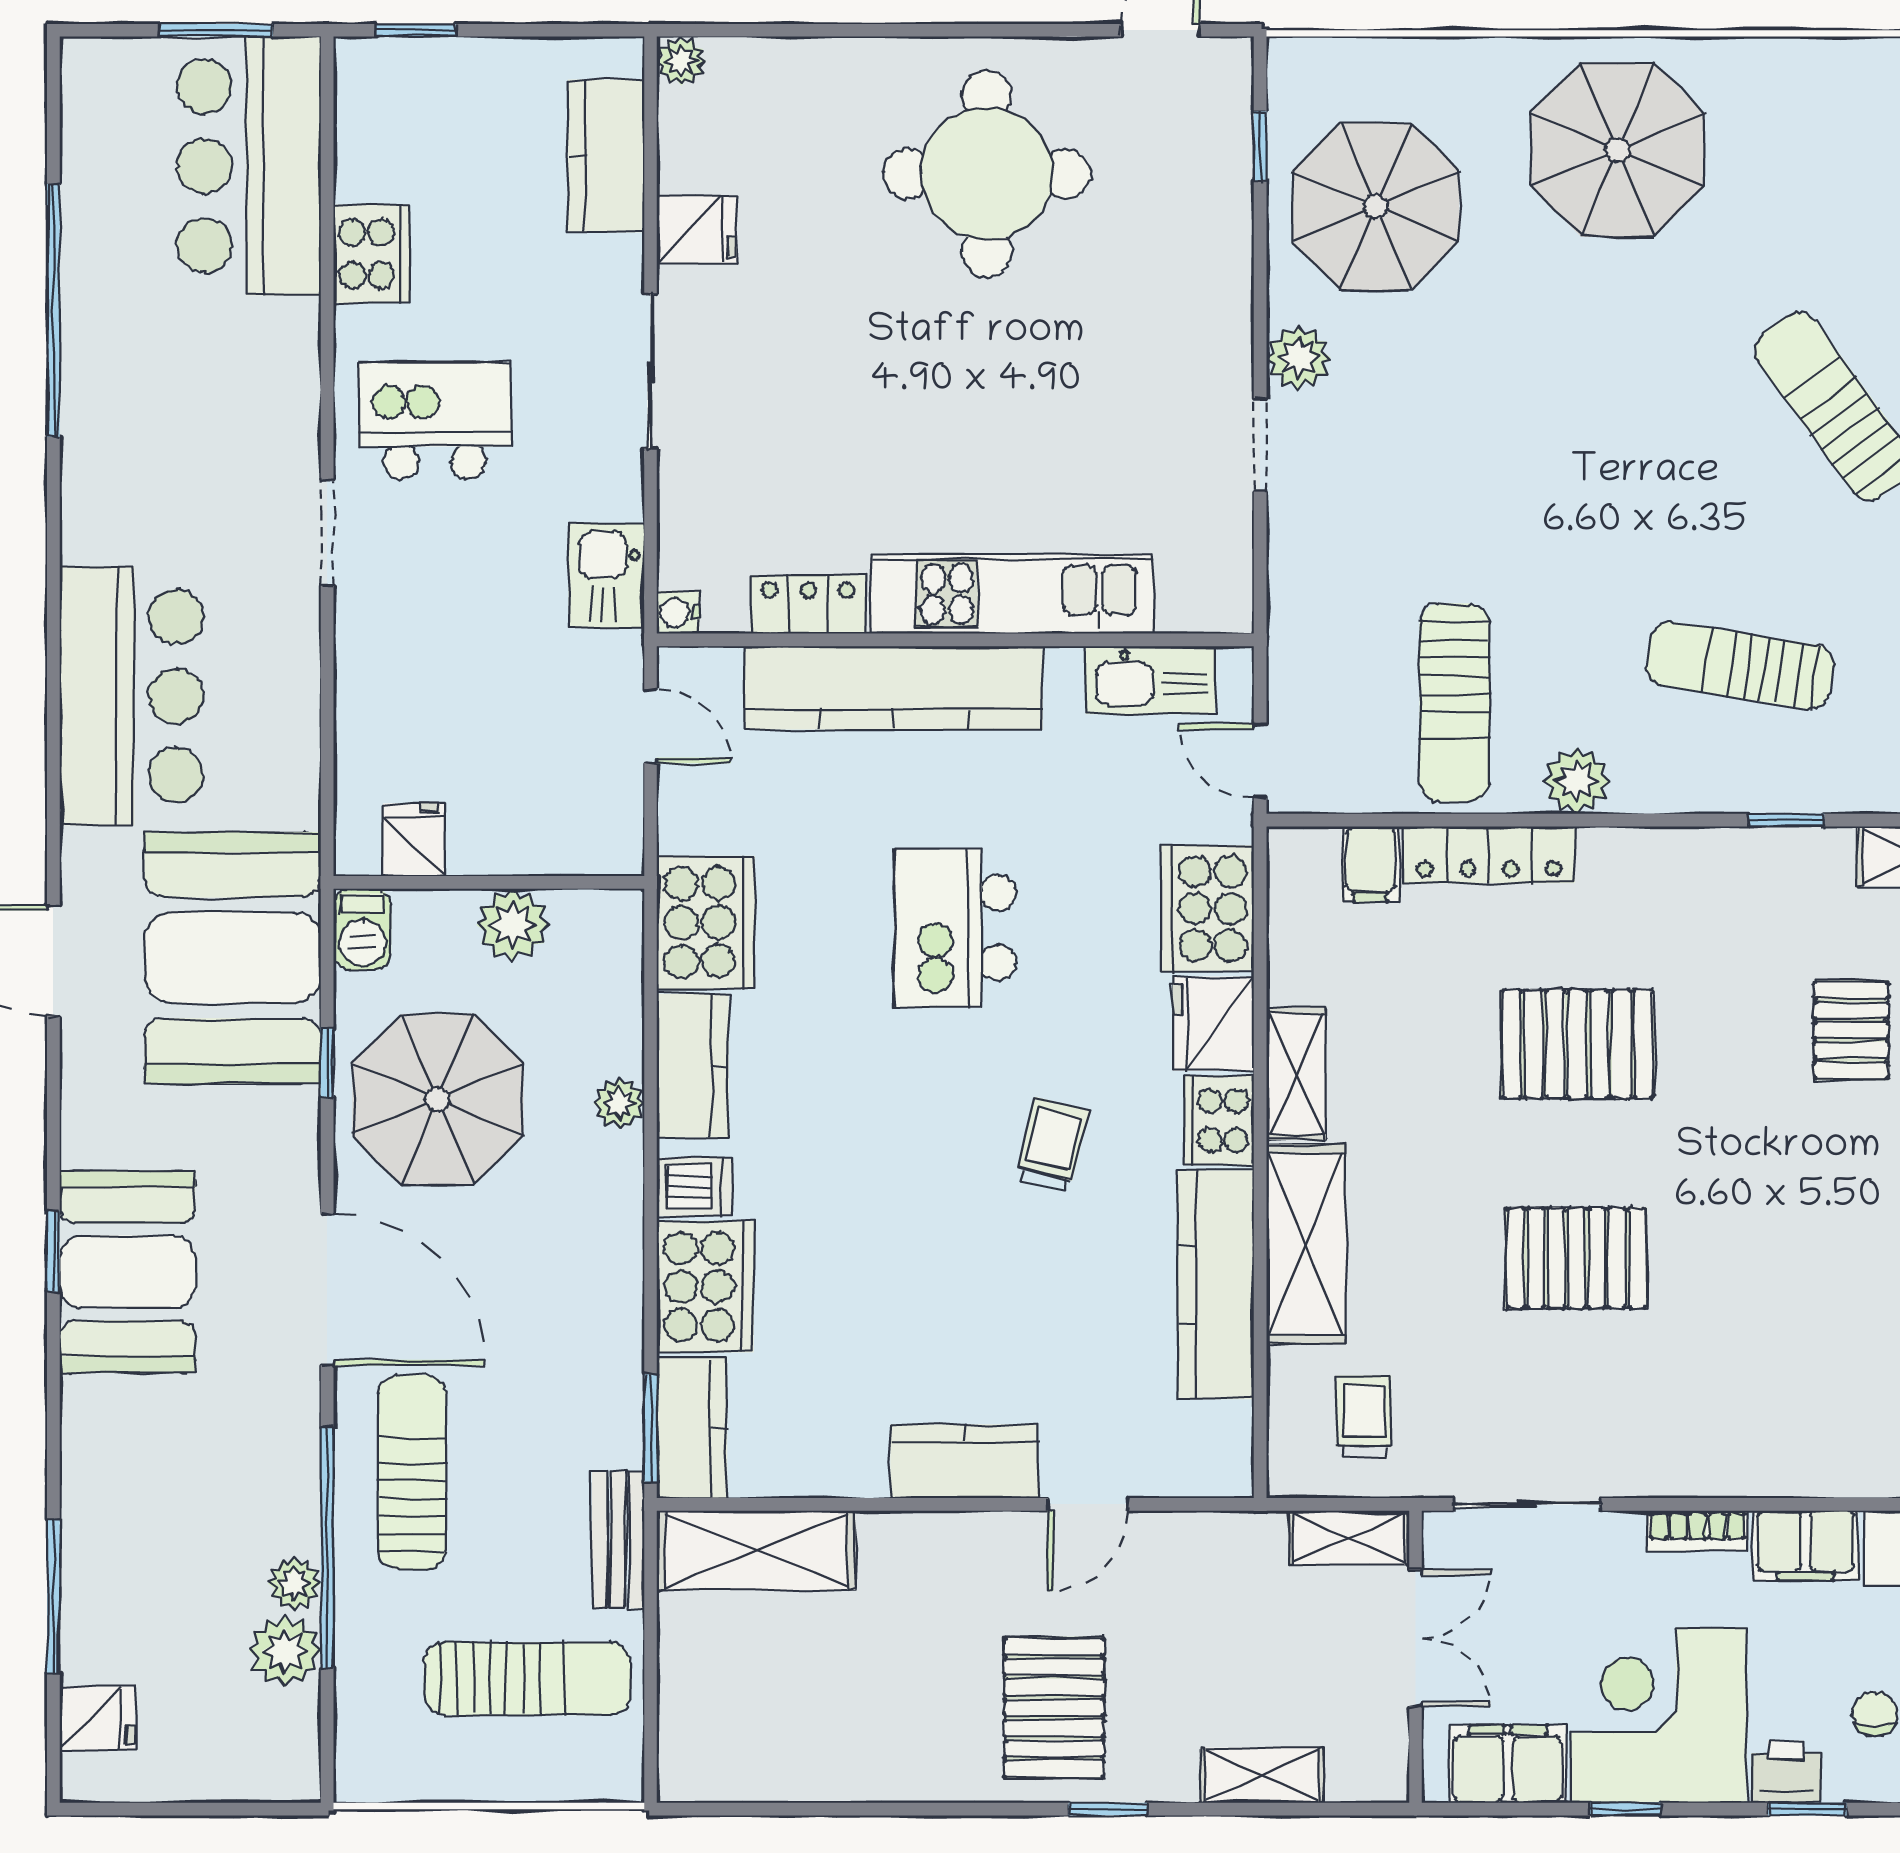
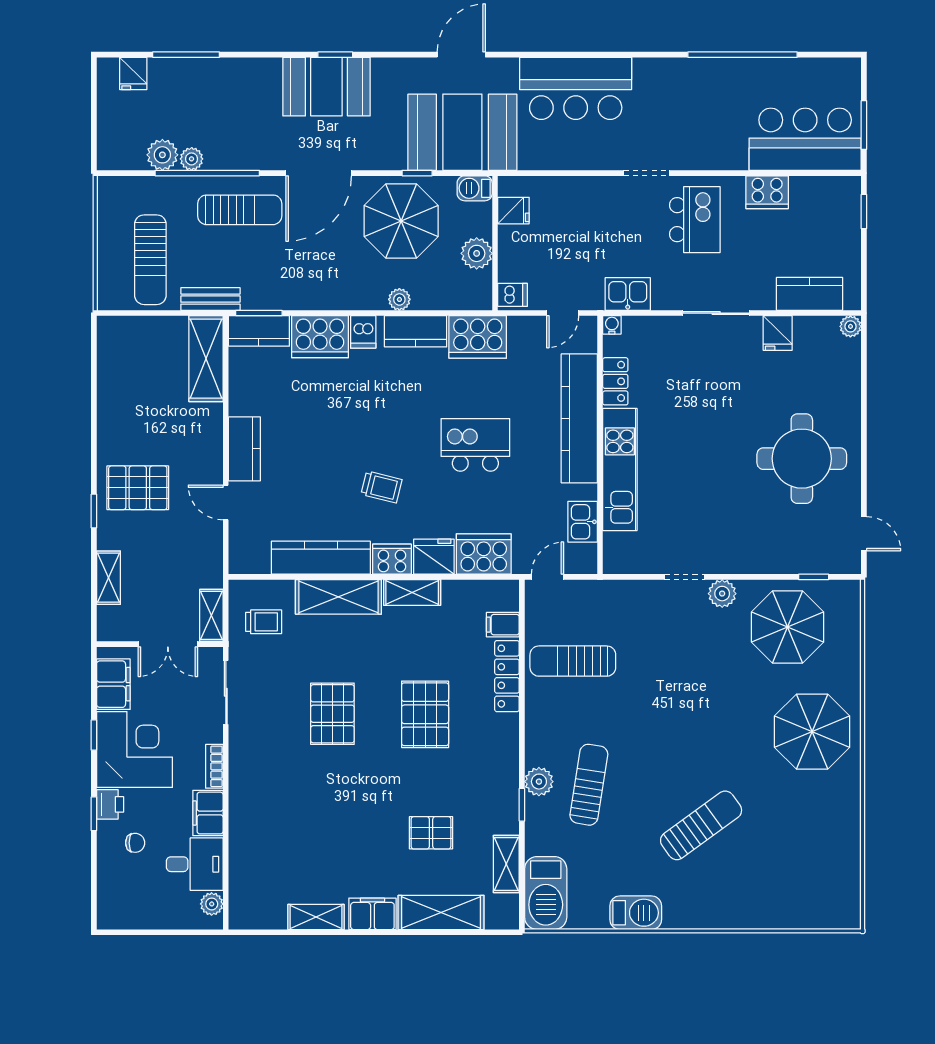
kitchen sink: (1150, 680) -> (583, 522), width x0.73
plant: (1576, 781) -> (539, 782), moved
dishwasher: (608, 842) -> (513, 295), added

